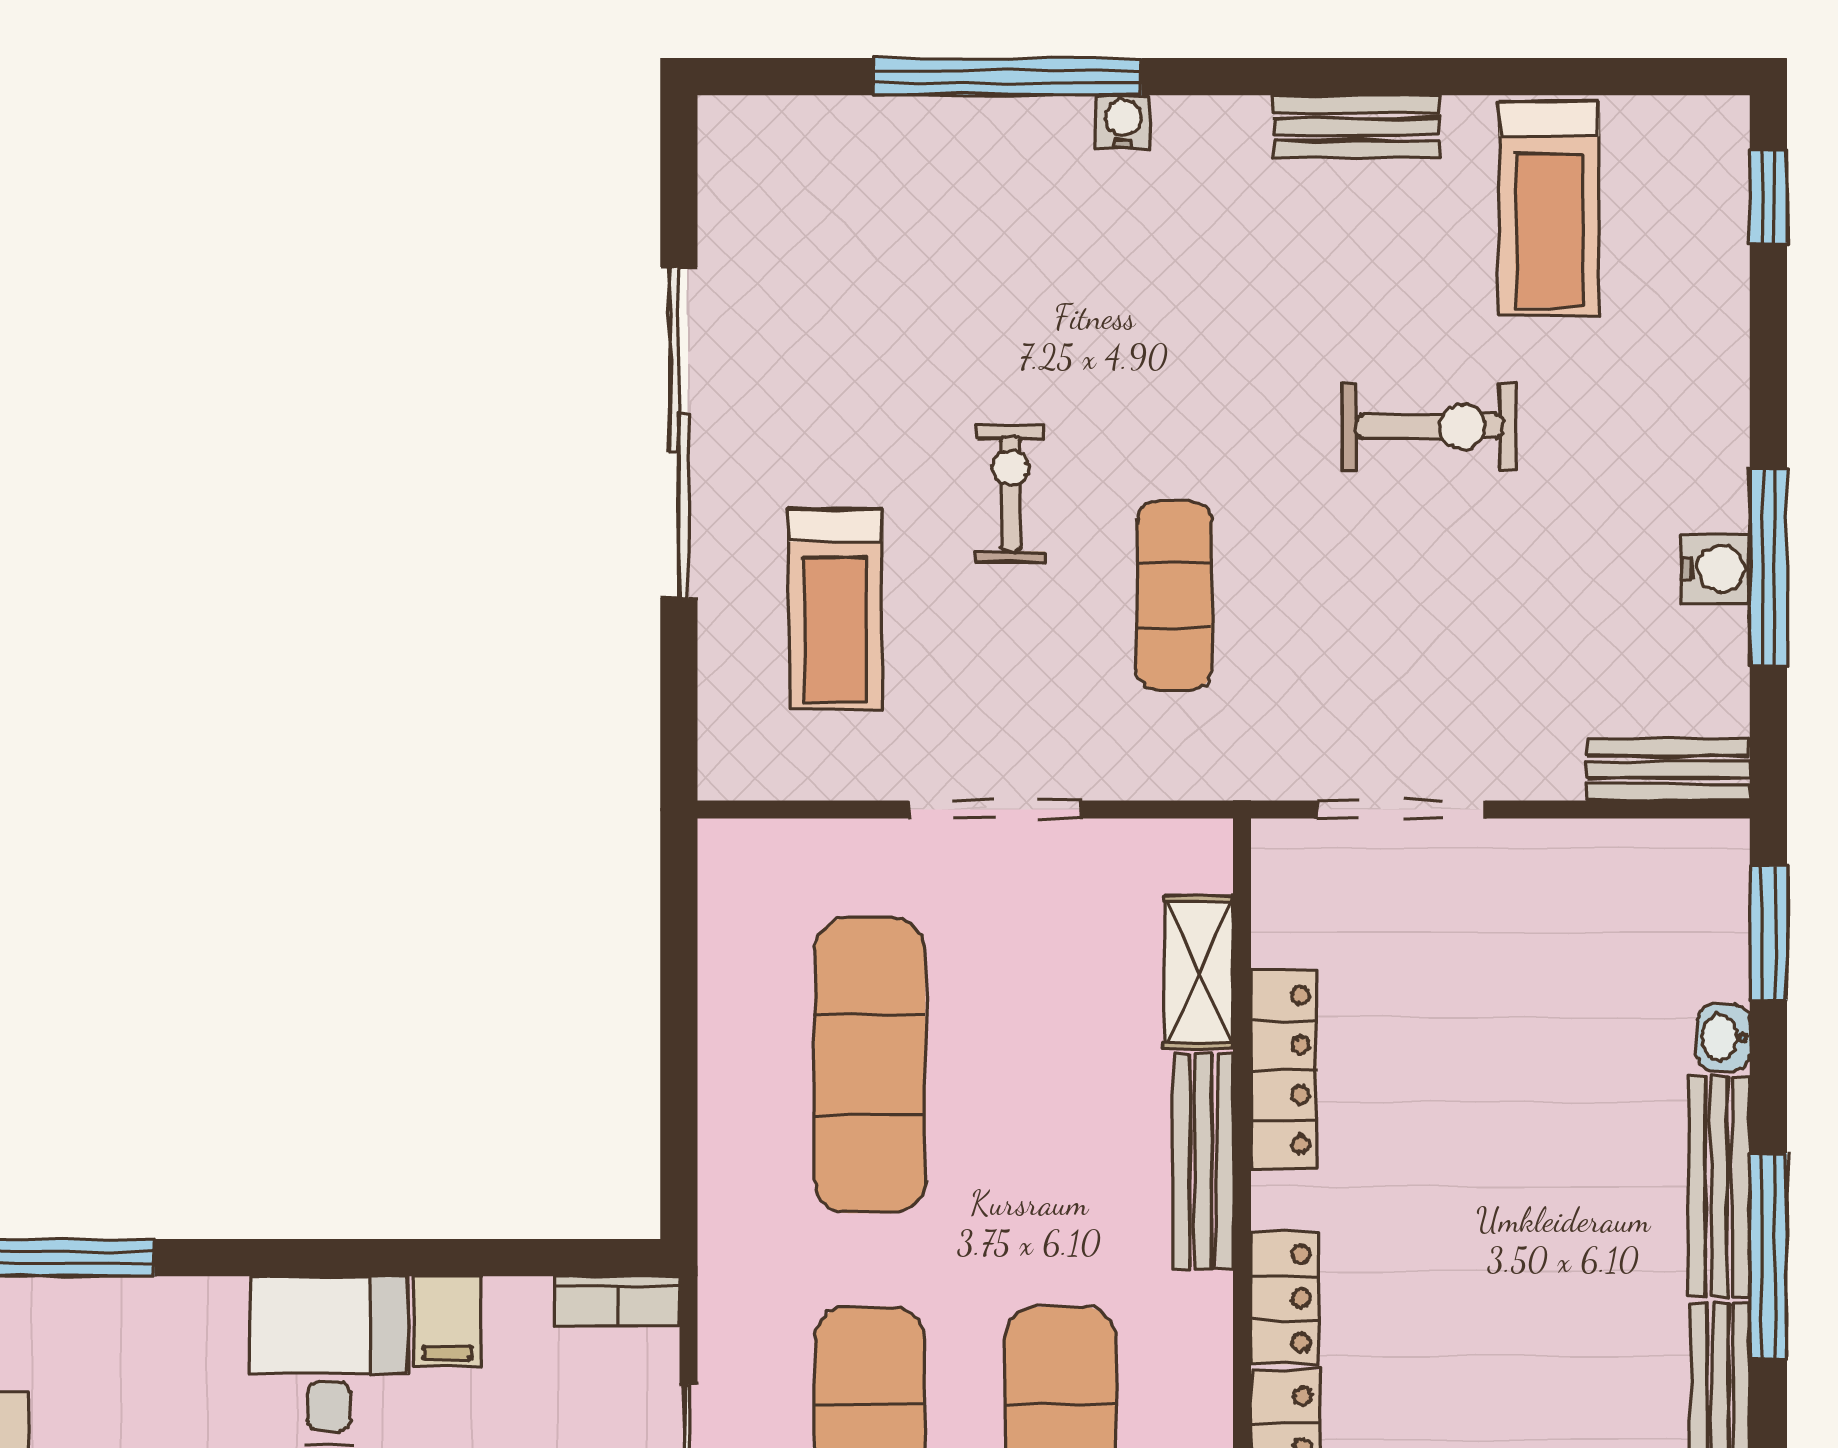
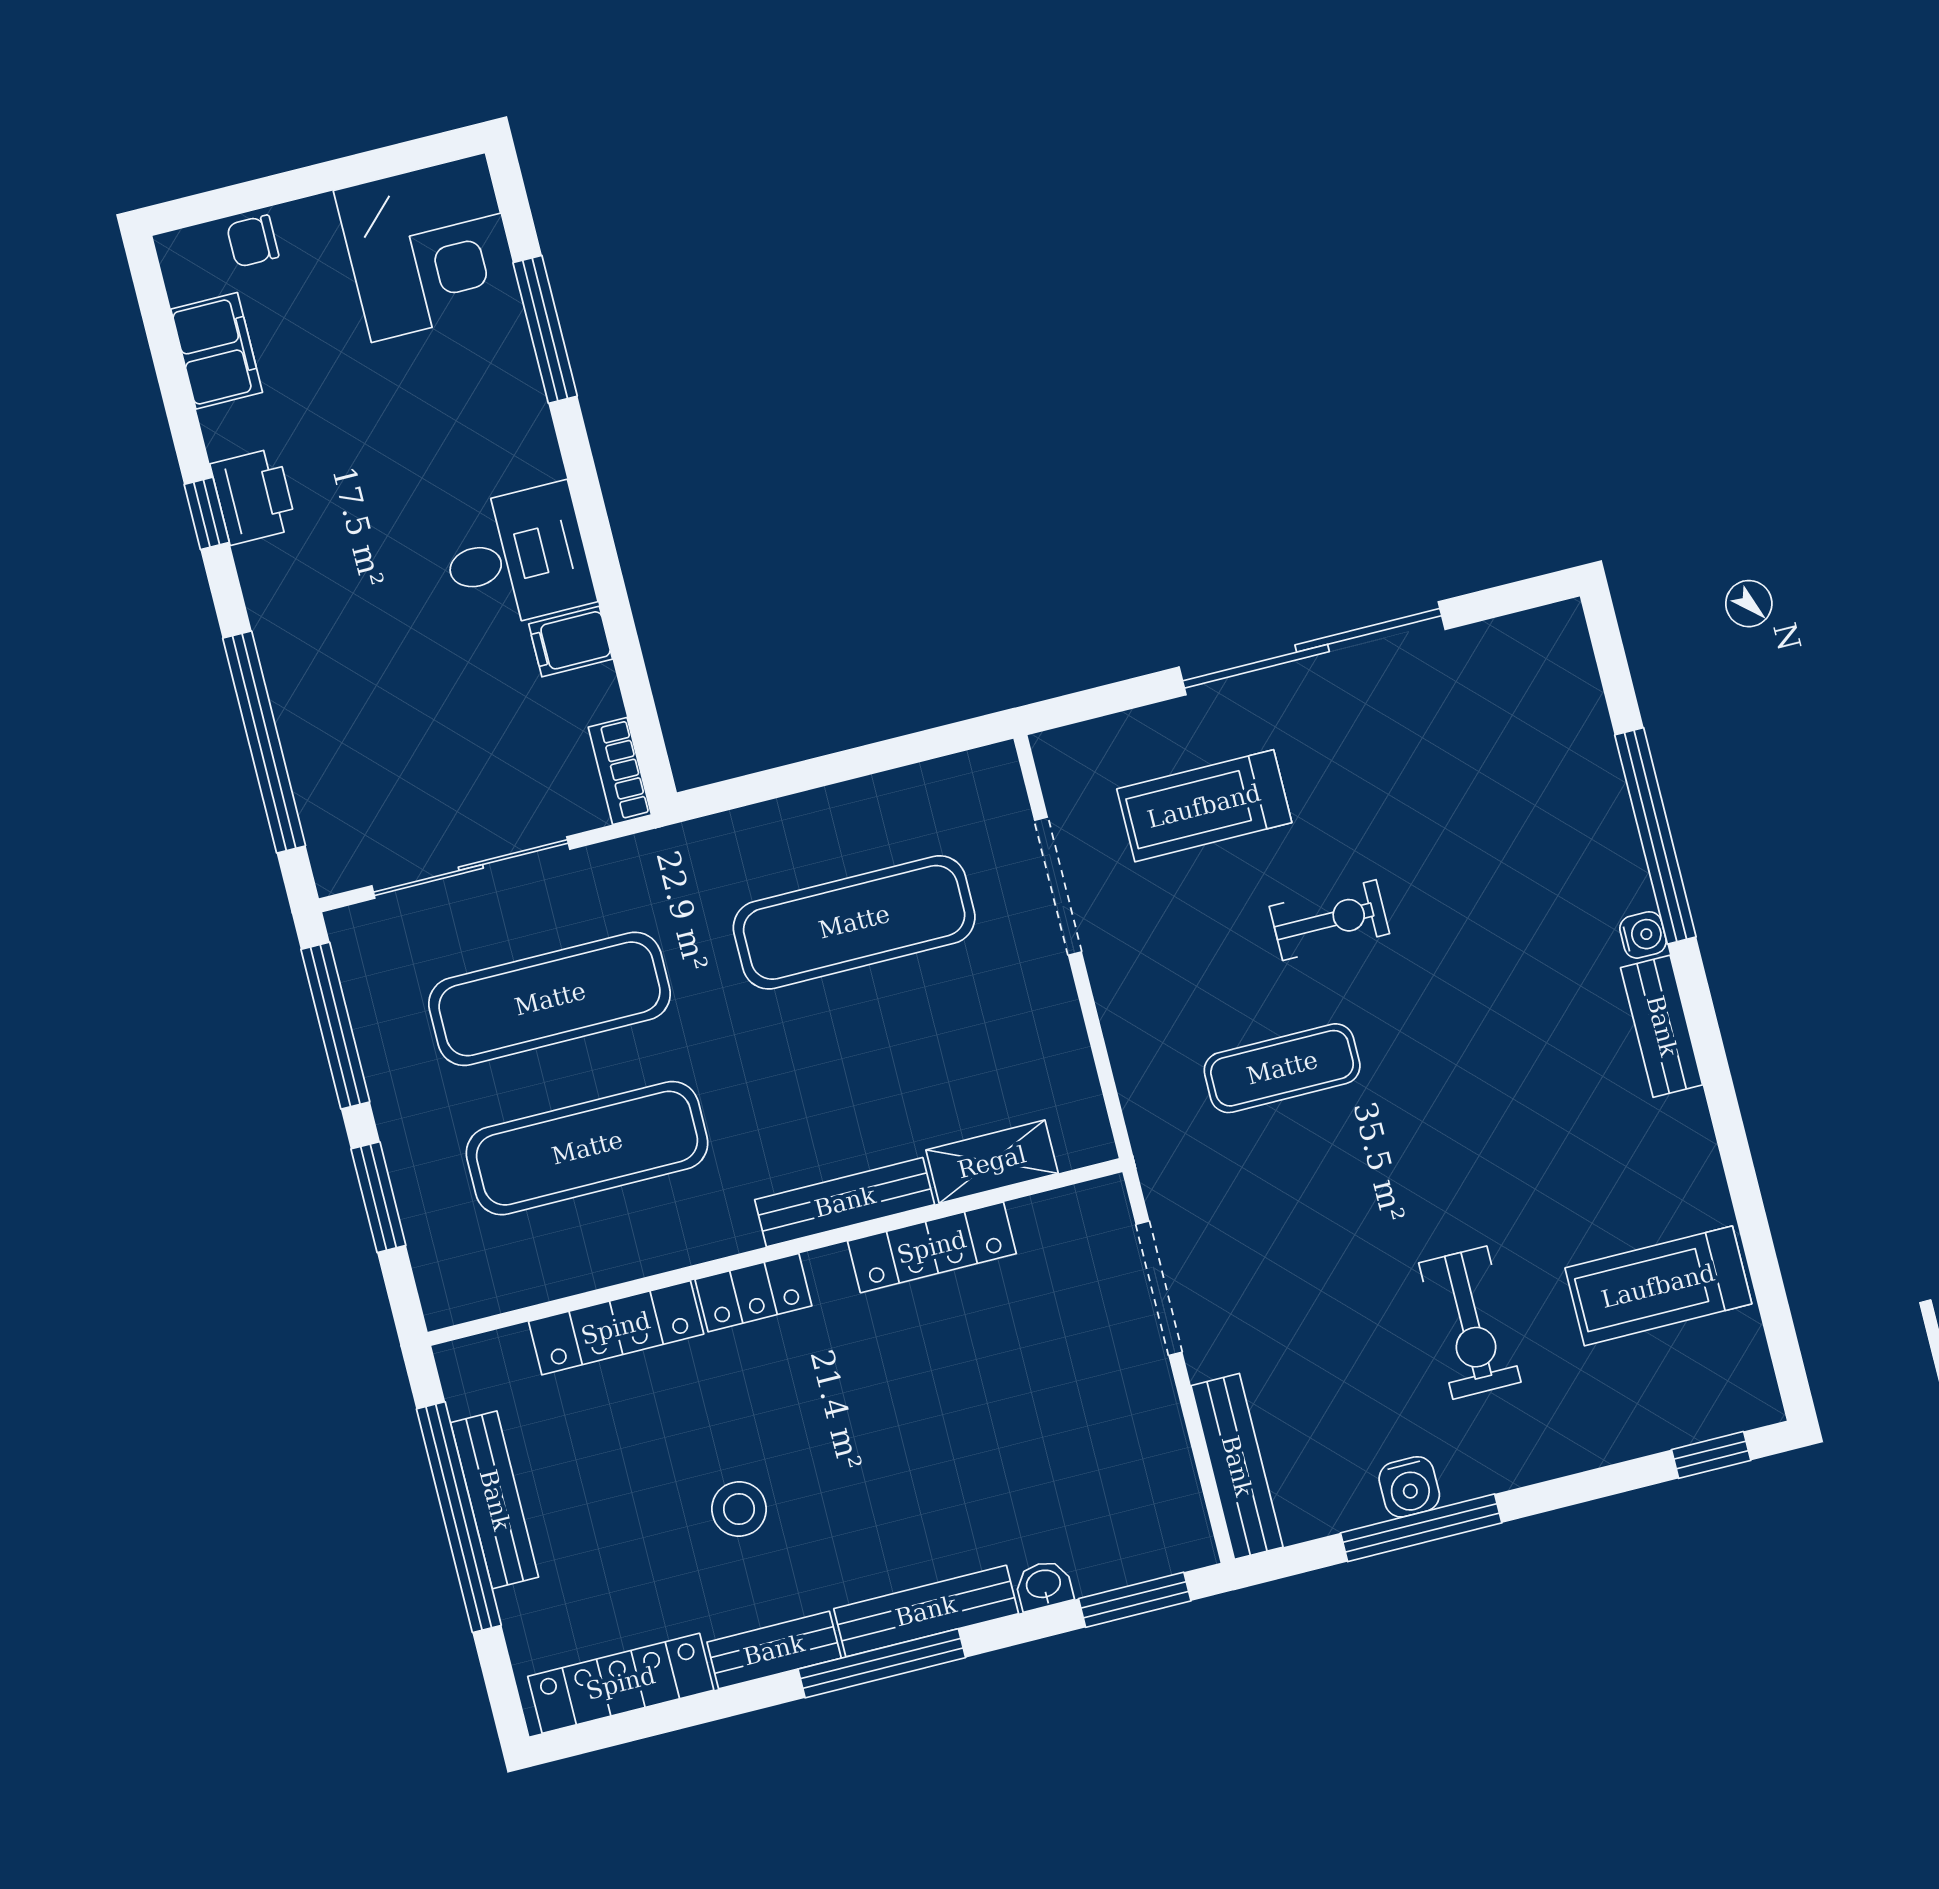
bench: (1357, 127) -> (1662, 1026), moved
exercise bike: (1429, 427) -> (1470, 1323), moved
bench: (1669, 770) -> (1237, 1466), width x1.36
doorway: (995, 810) -> (1058, 886), moved
stool: (1540, 1381) -> (739, 1509), added

